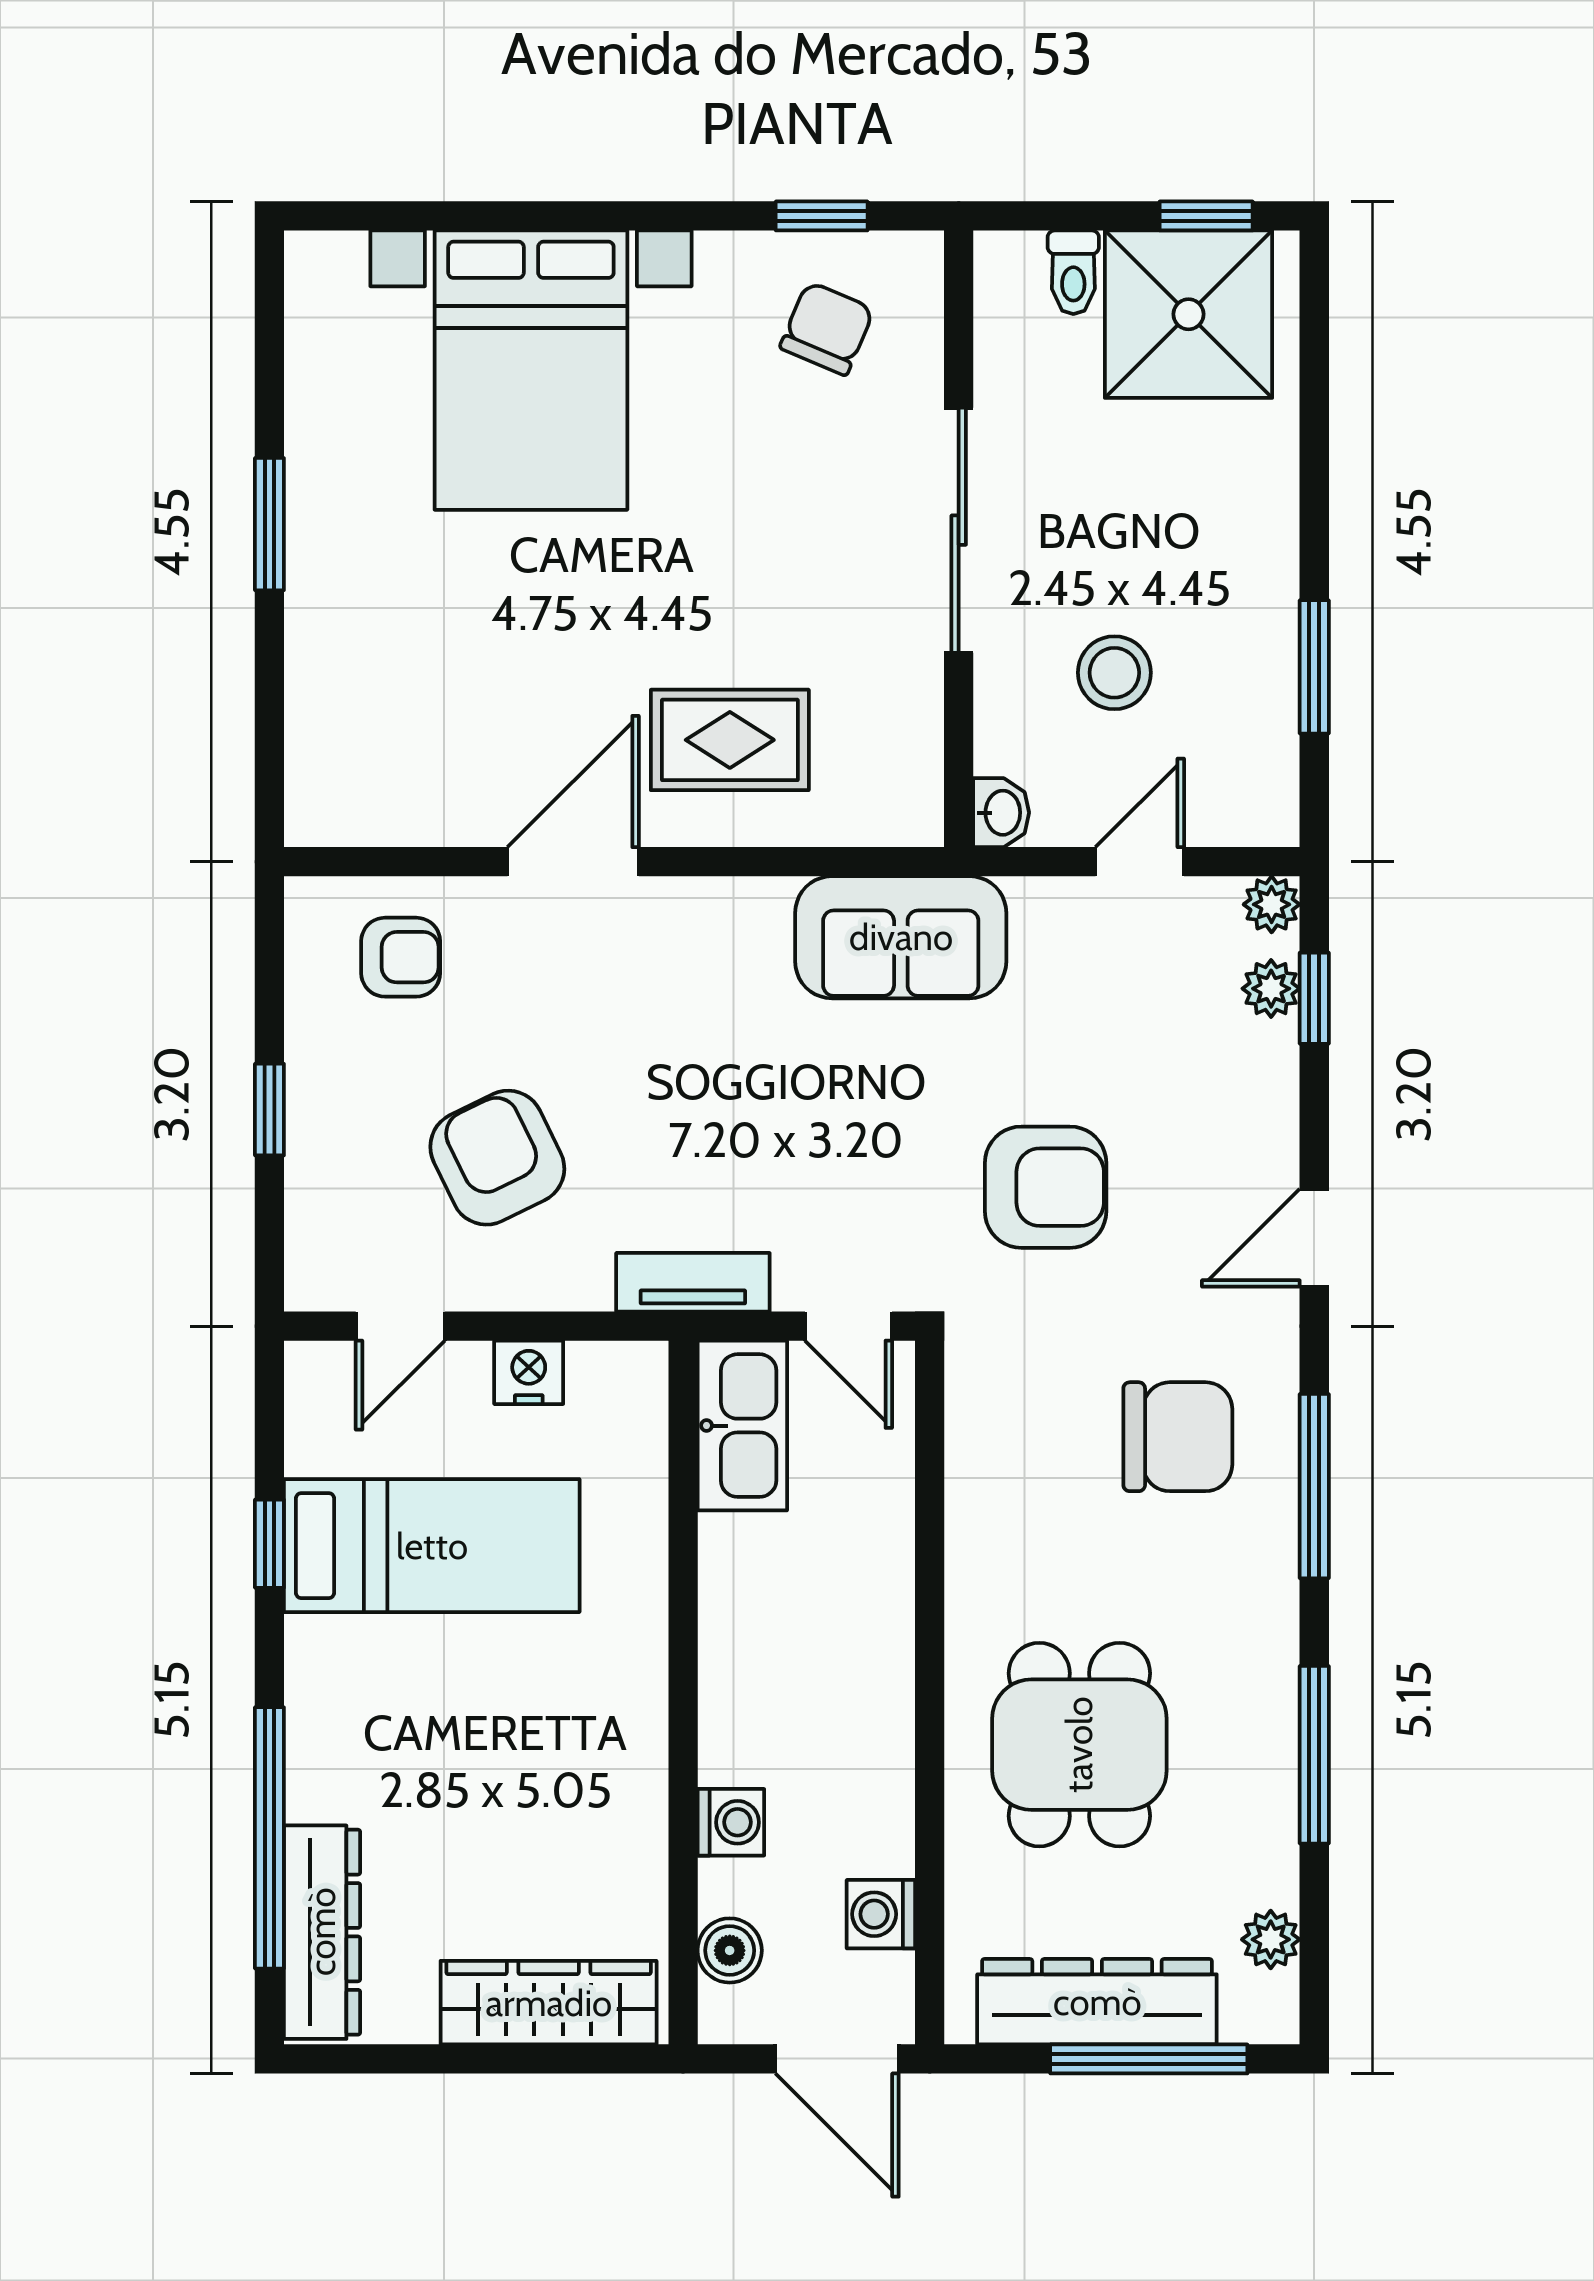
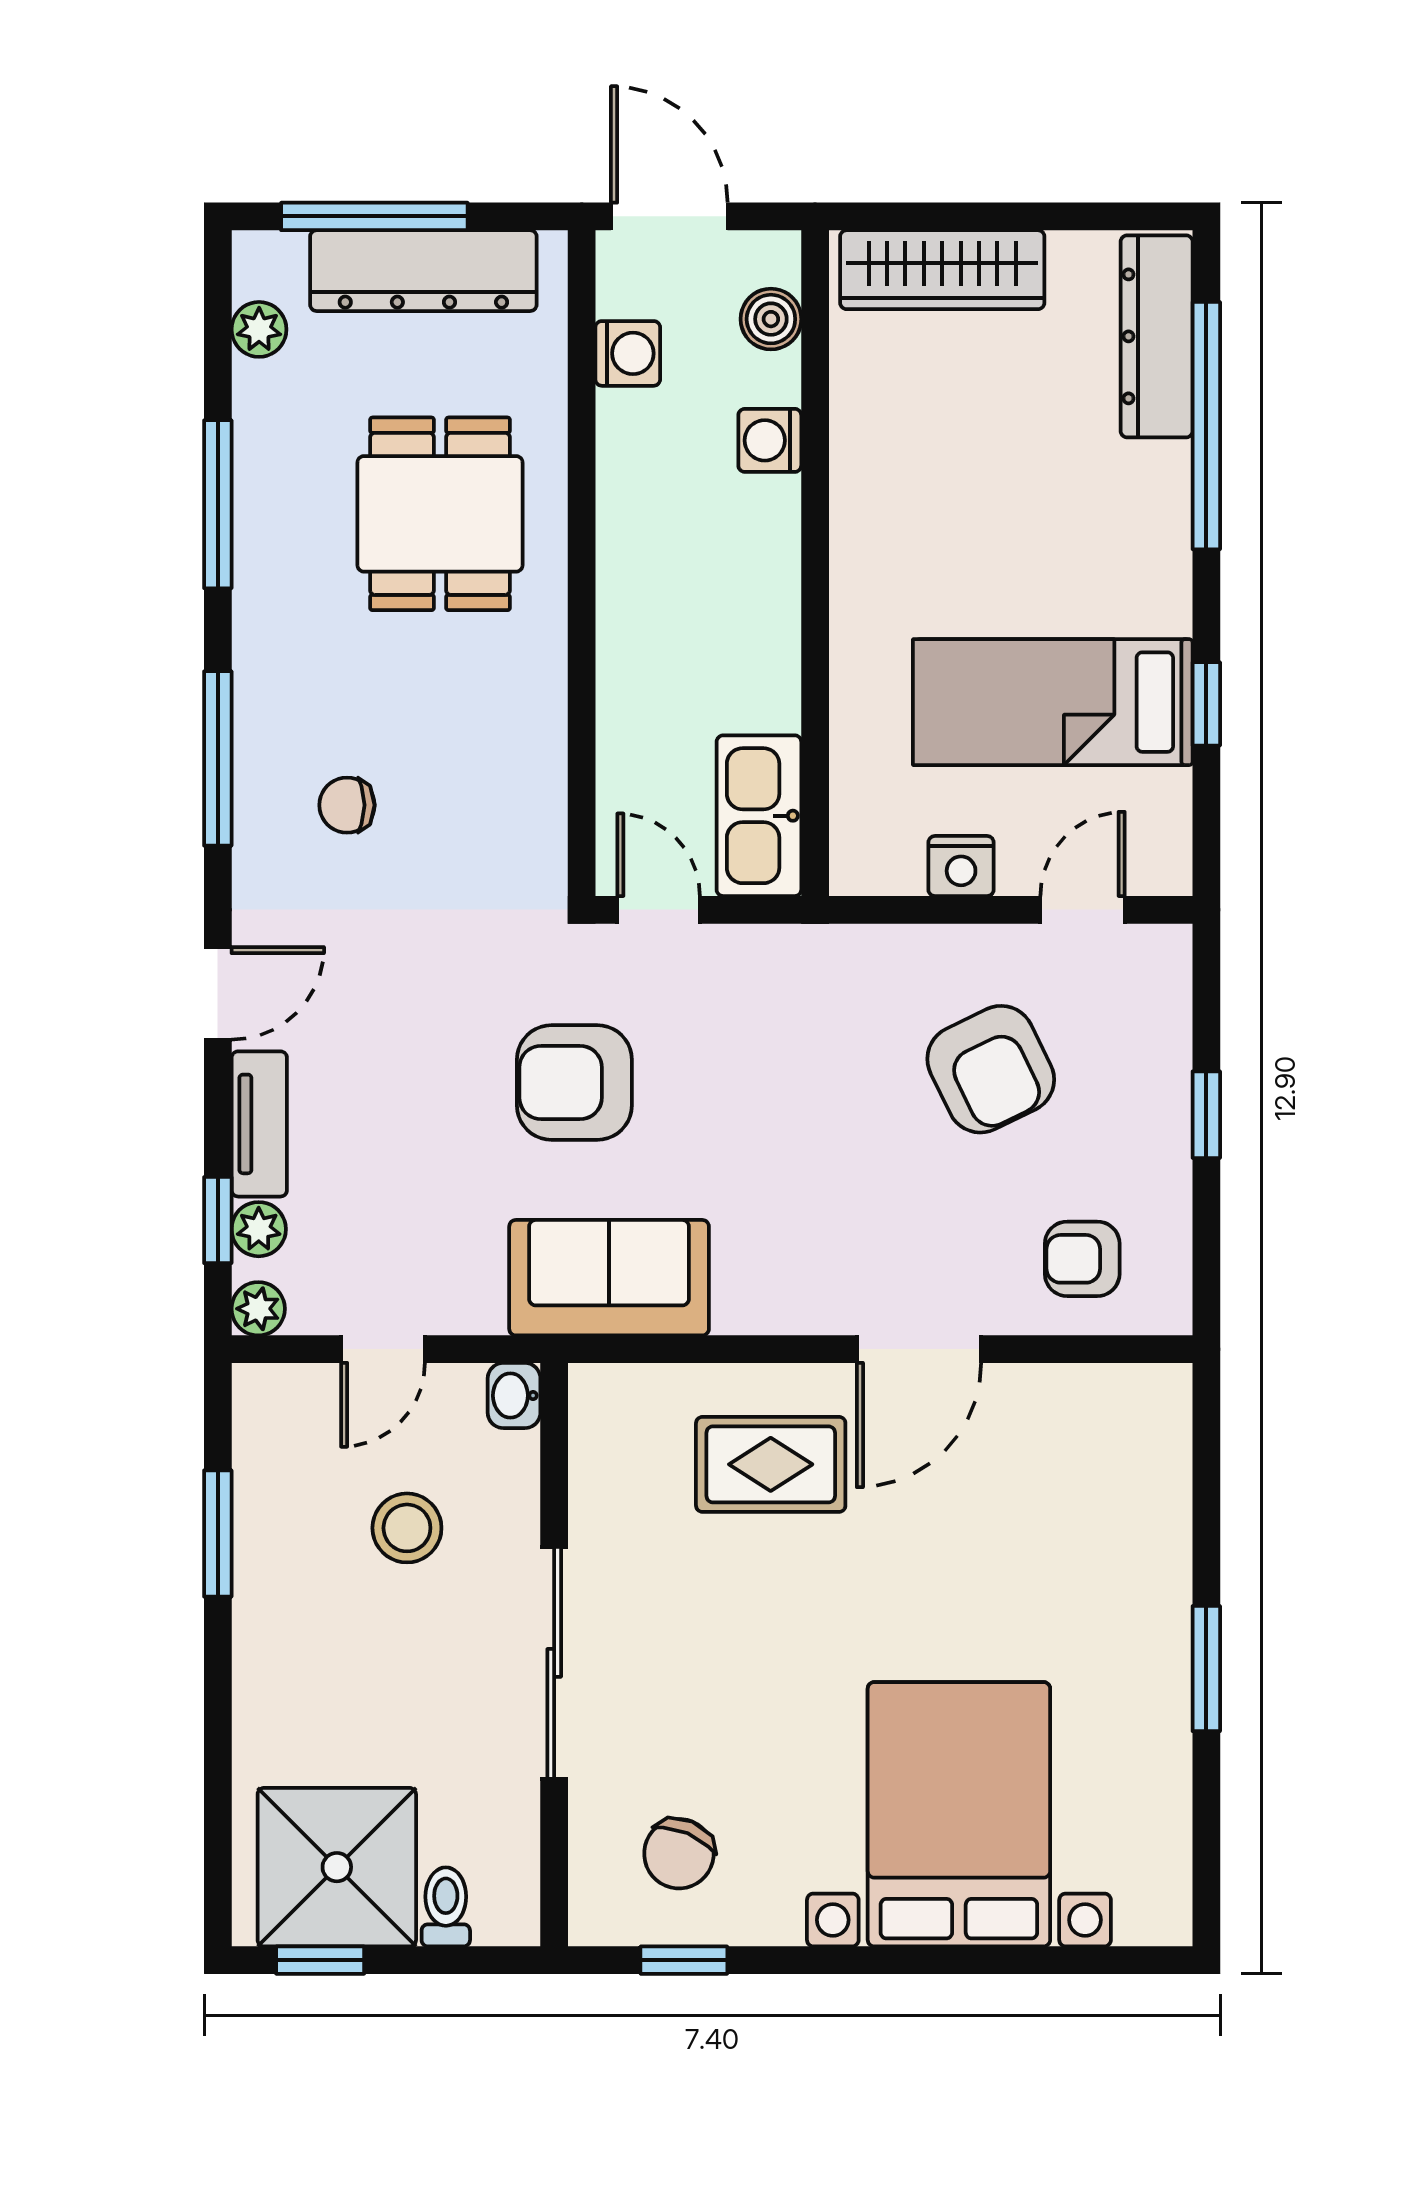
armchair: (1046, 1187) -> (574, 1082), moved
tv unit: (693, 1282) -> (259, 1124), moved, turned -90
chair: (1178, 1437) -> (347, 805), width x0.54, depth x0.54

